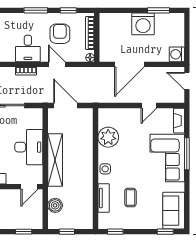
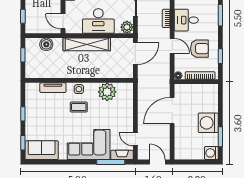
window: (36, 10) -> (220, 15), moved
washing machine: (177, 54) -> (211, 153), moved, turned -90
door: (57, 64) -> (172, 46), hinge flipped
door: (129, 64) -> (172, 111), hinge flipped
door: (187, 81) -> (157, 162), hinge flipped
door: (149, 106) -> (135, 139), moved
plant: (36, 115) -> (127, 27), added
window: (187, 154) -> (111, 162), moved
coffee table: (130, 198) -> (79, 107), moved
window: (115, 232) -> (23, 114), moved

